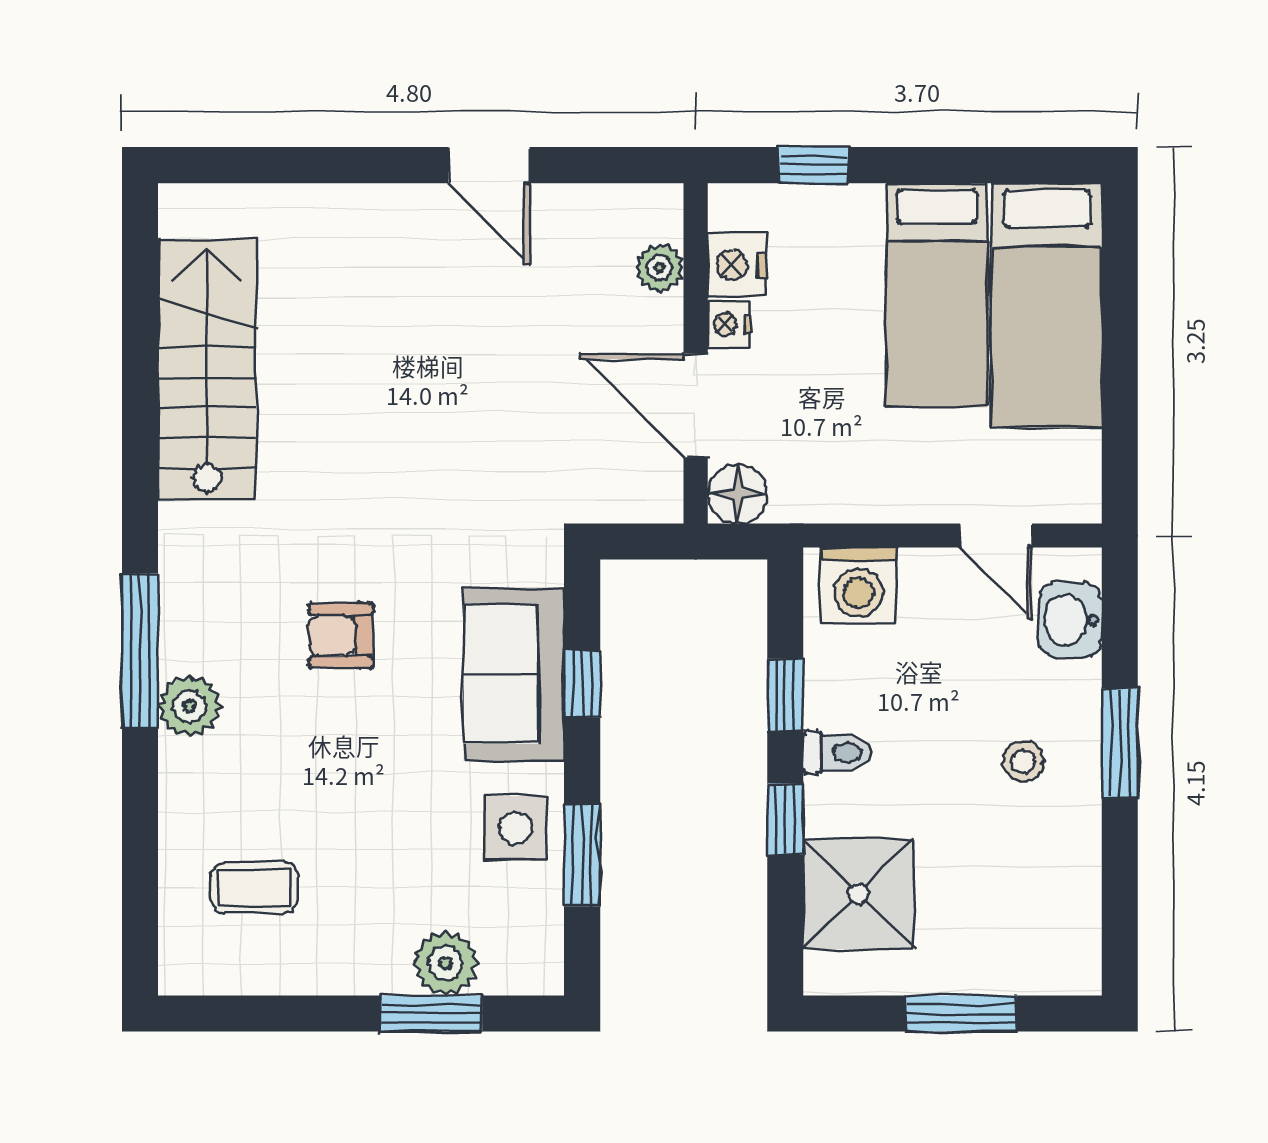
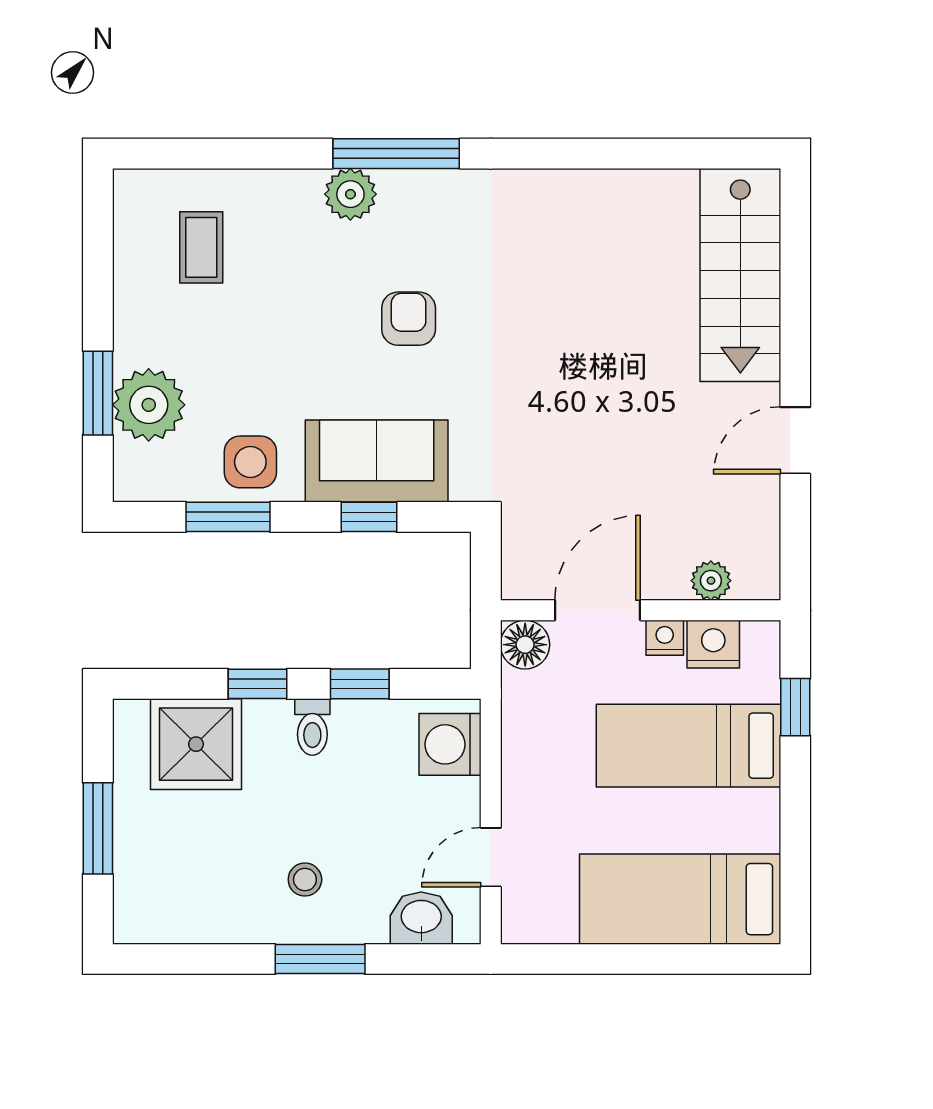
bed: (937, 295) -> (688, 746), moved
stairs: (207, 369) -> (740, 275), moved, turned 90
plant: (446, 963) -> (149, 405), width x1.36, depth x1.36

